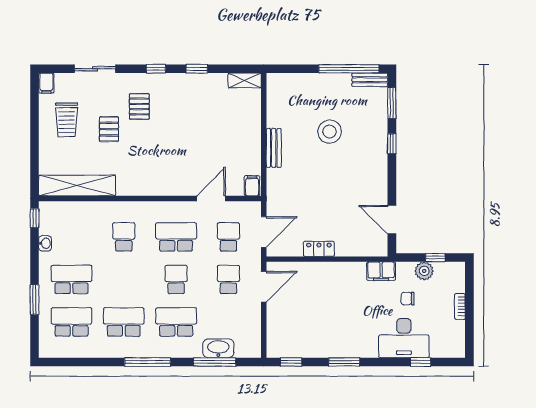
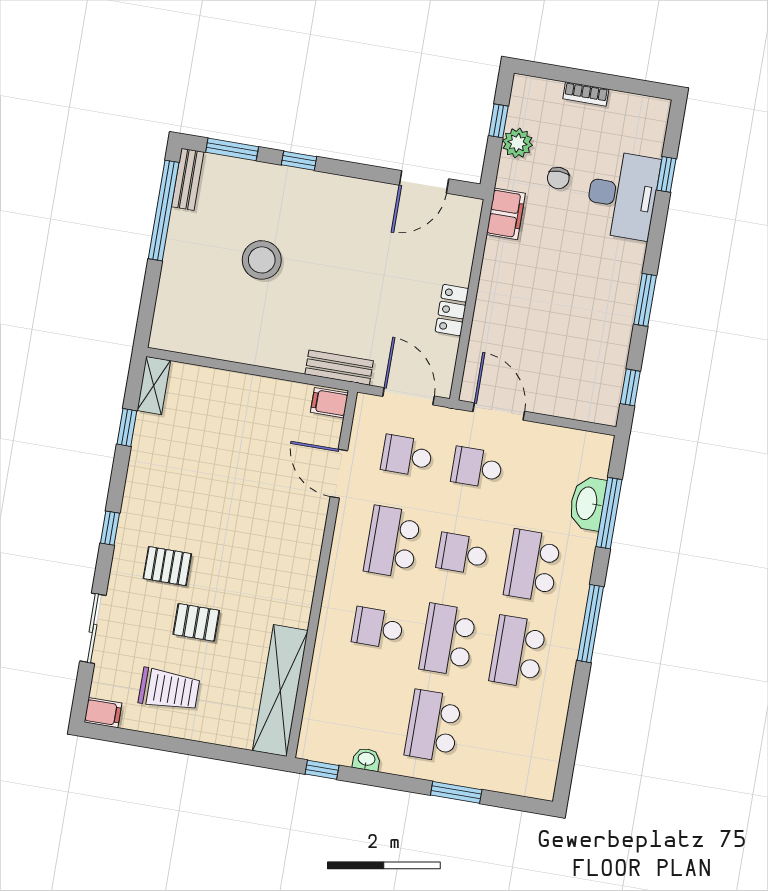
window: (197, 69) -> (127, 428), moved
bench: (274, 148) -> (339, 368), moved
school desk: (71, 322) -> (448, 640), moved

